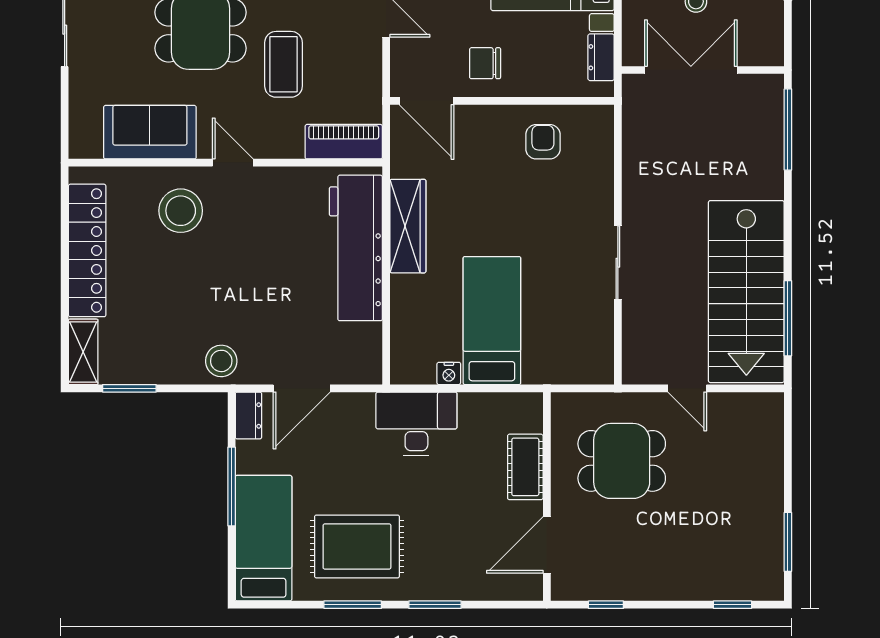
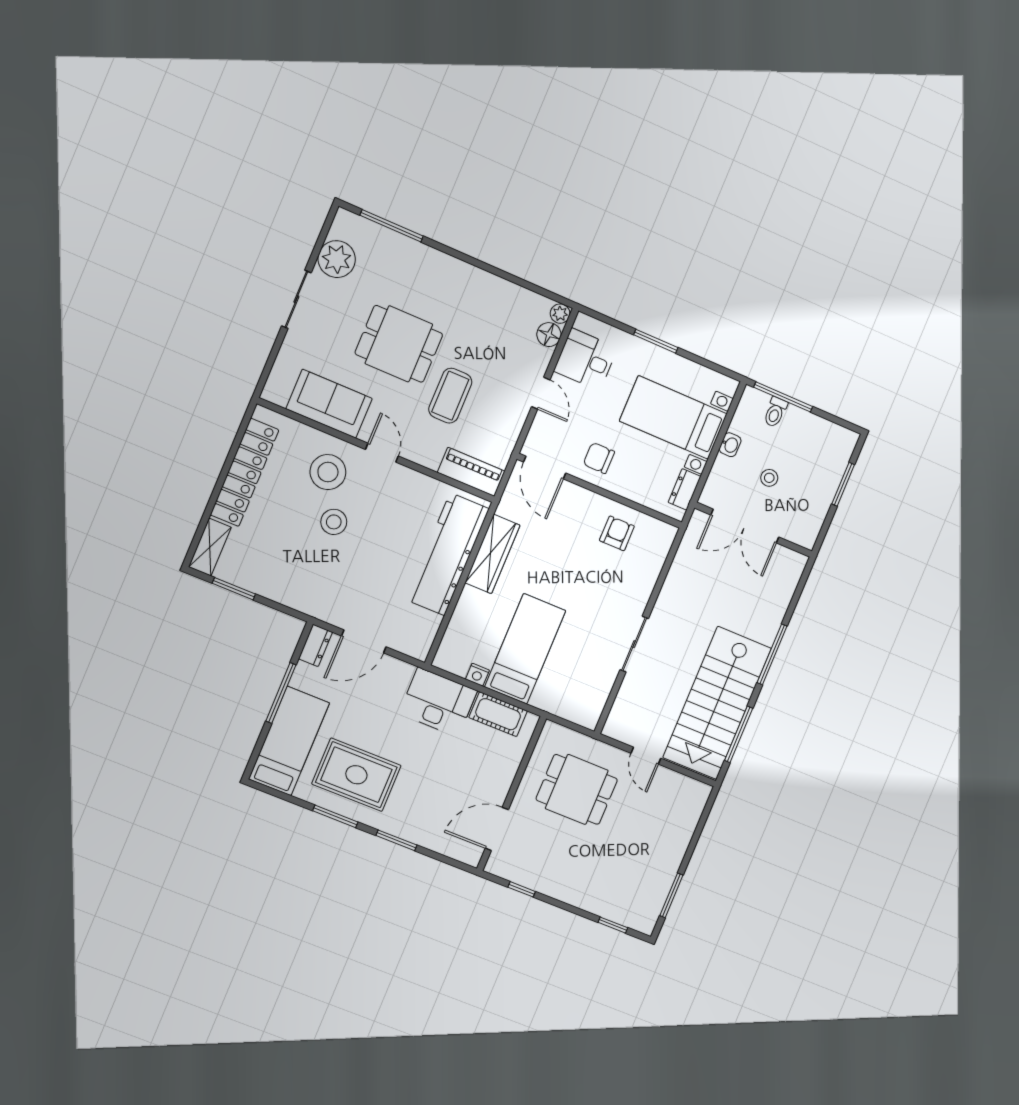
double door: (691, 70) -> (745, 526), swing flipped
window: (788, 129) -> (772, 654), moved
stool: (221, 361) -> (334, 522), moved
cot: (525, 467) -> (498, 714), moved, turned 90

